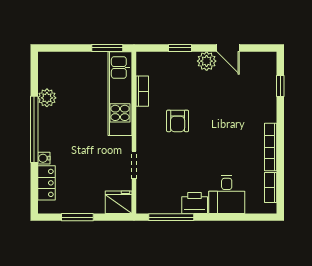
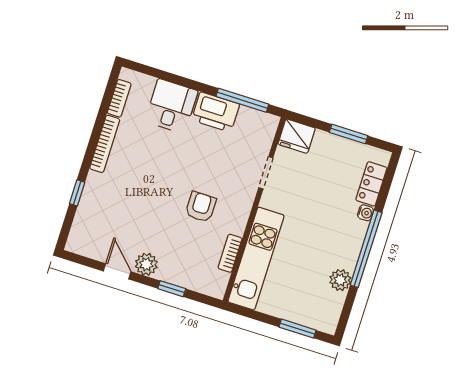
window: (107, 48) -> (297, 329), moved
window: (280, 86) -> (77, 193), moved
printer: (195, 203) -> (216, 112), width x1.37, depth x1.19

